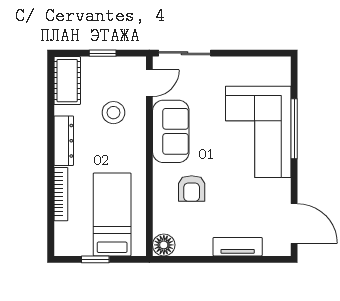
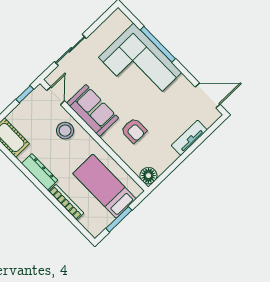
window: (103, 53) -> (25, 94), moved
sliding door: (185, 53) -> (70, 50), moved
stool: (113, 113) -> (65, 131), moved
window: (95, 259) -> (119, 219), width x1.50

